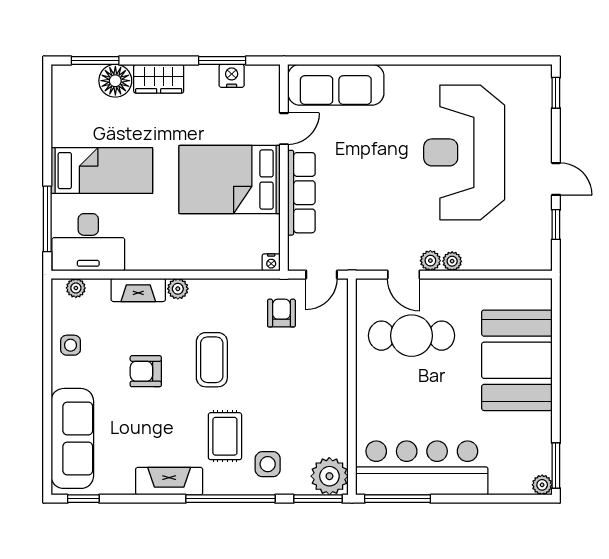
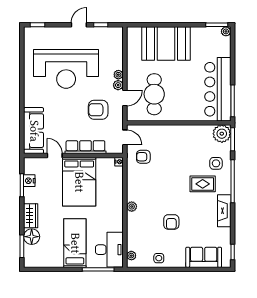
armchair: (379, 219) -> (98, 110), added
fireplace: (138, 290) -> (132, 226), removed
coffee table: (212, 360) -> (166, 190), removed
sofa: (72, 438) -> (204, 257), width x0.73

